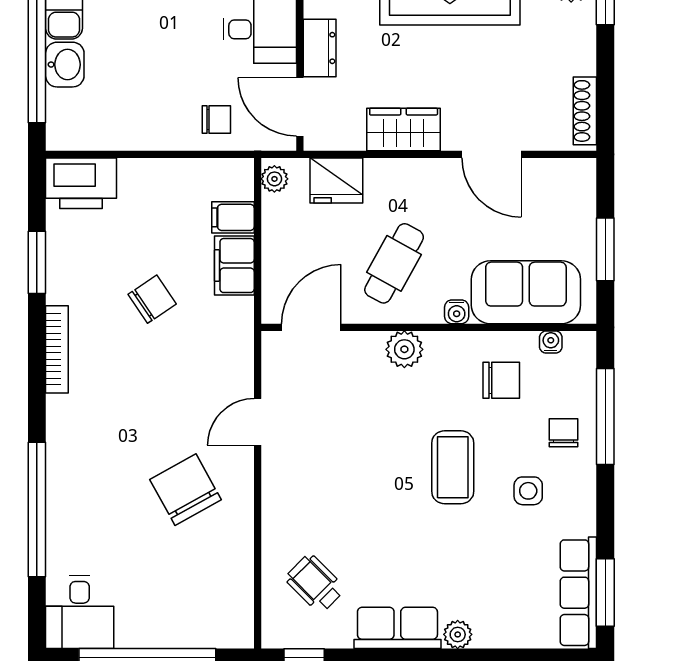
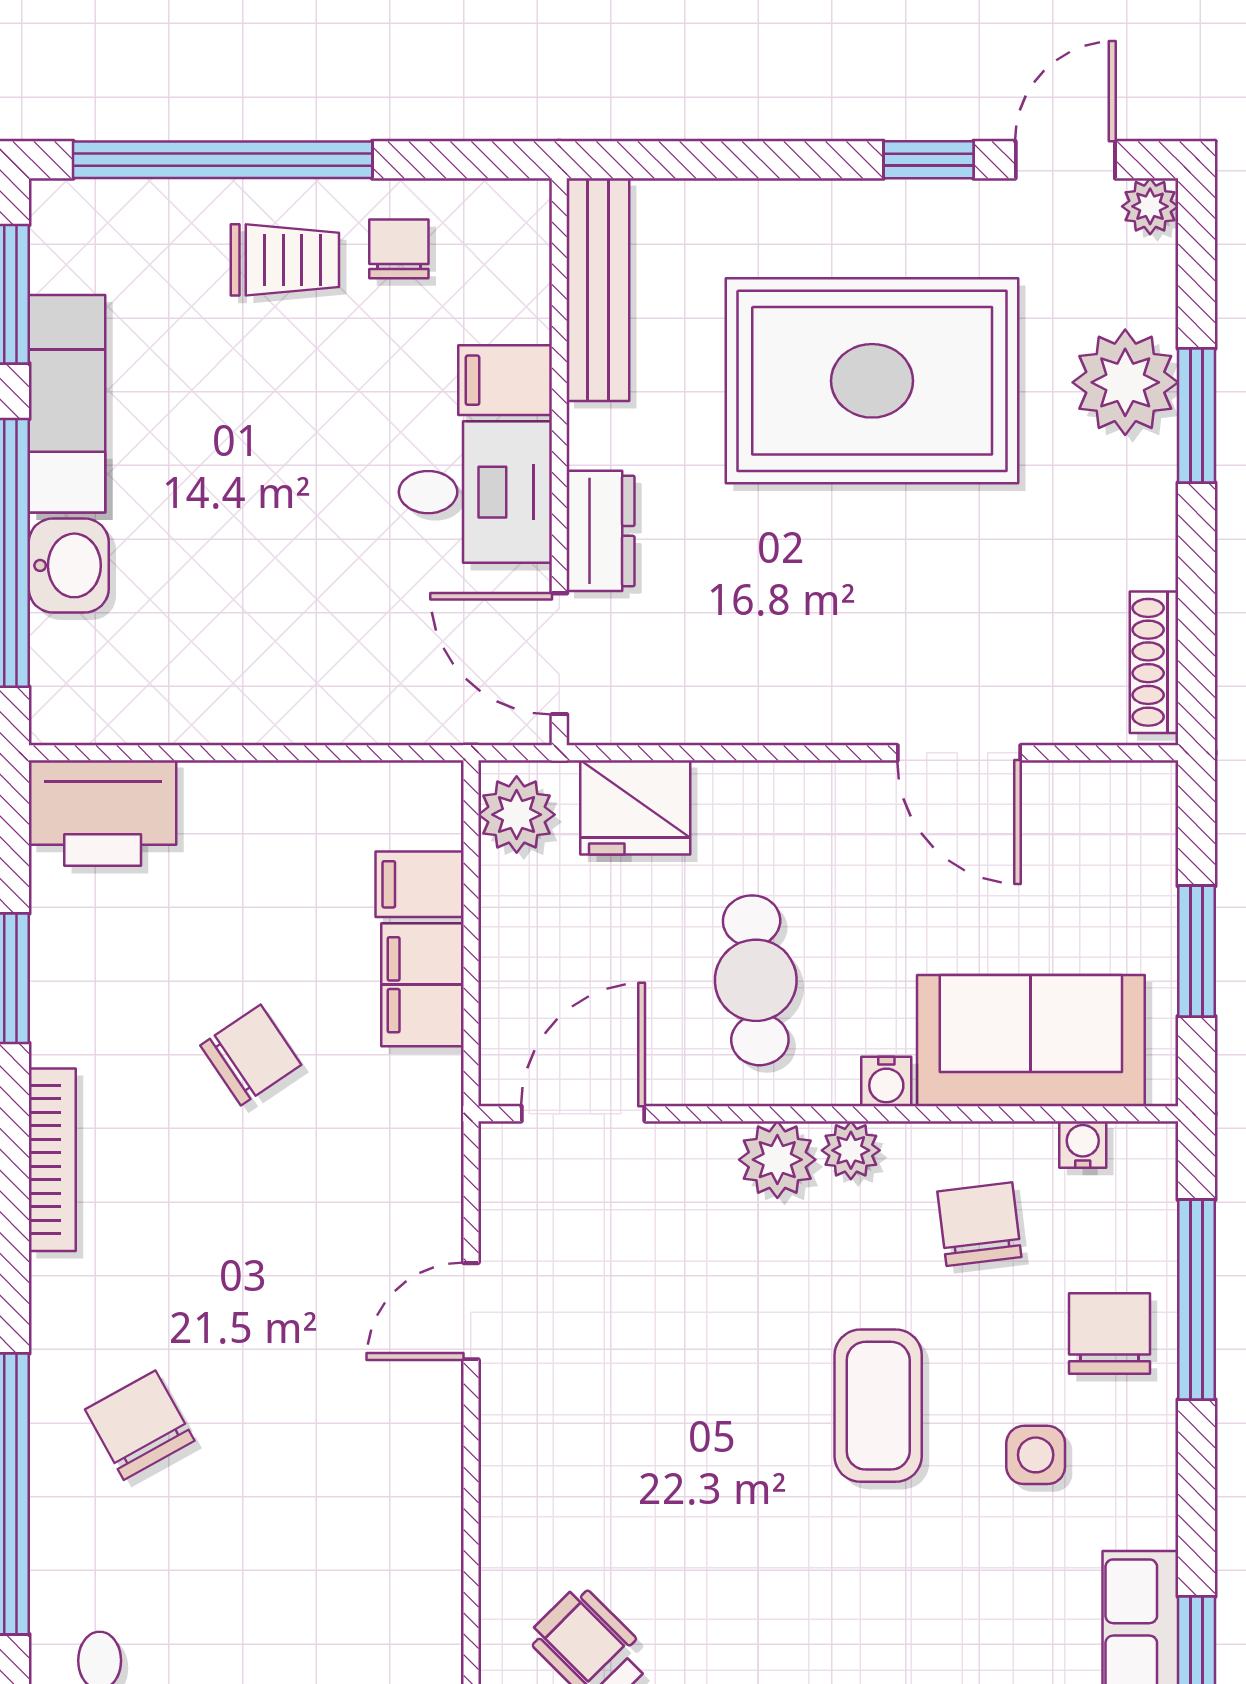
chair: (216, 120) -> (385, 680), removed
wardrobe: (404, 130) -> (775, 701), removed
plant: (274, 179) -> (517, 815), width x1.38, depth x1.38
cafe table: (394, 263) -> (756, 980), turned -33
plant: (440, 345) -> (851, 1150), added
chair: (501, 380) -> (979, 1224), turned -97
chair: (564, 433) -> (1109, 1334), width x1.37, depth x1.37
chair: (185, 490) -> (140, 1425), moved, width x0.73, depth x0.73

